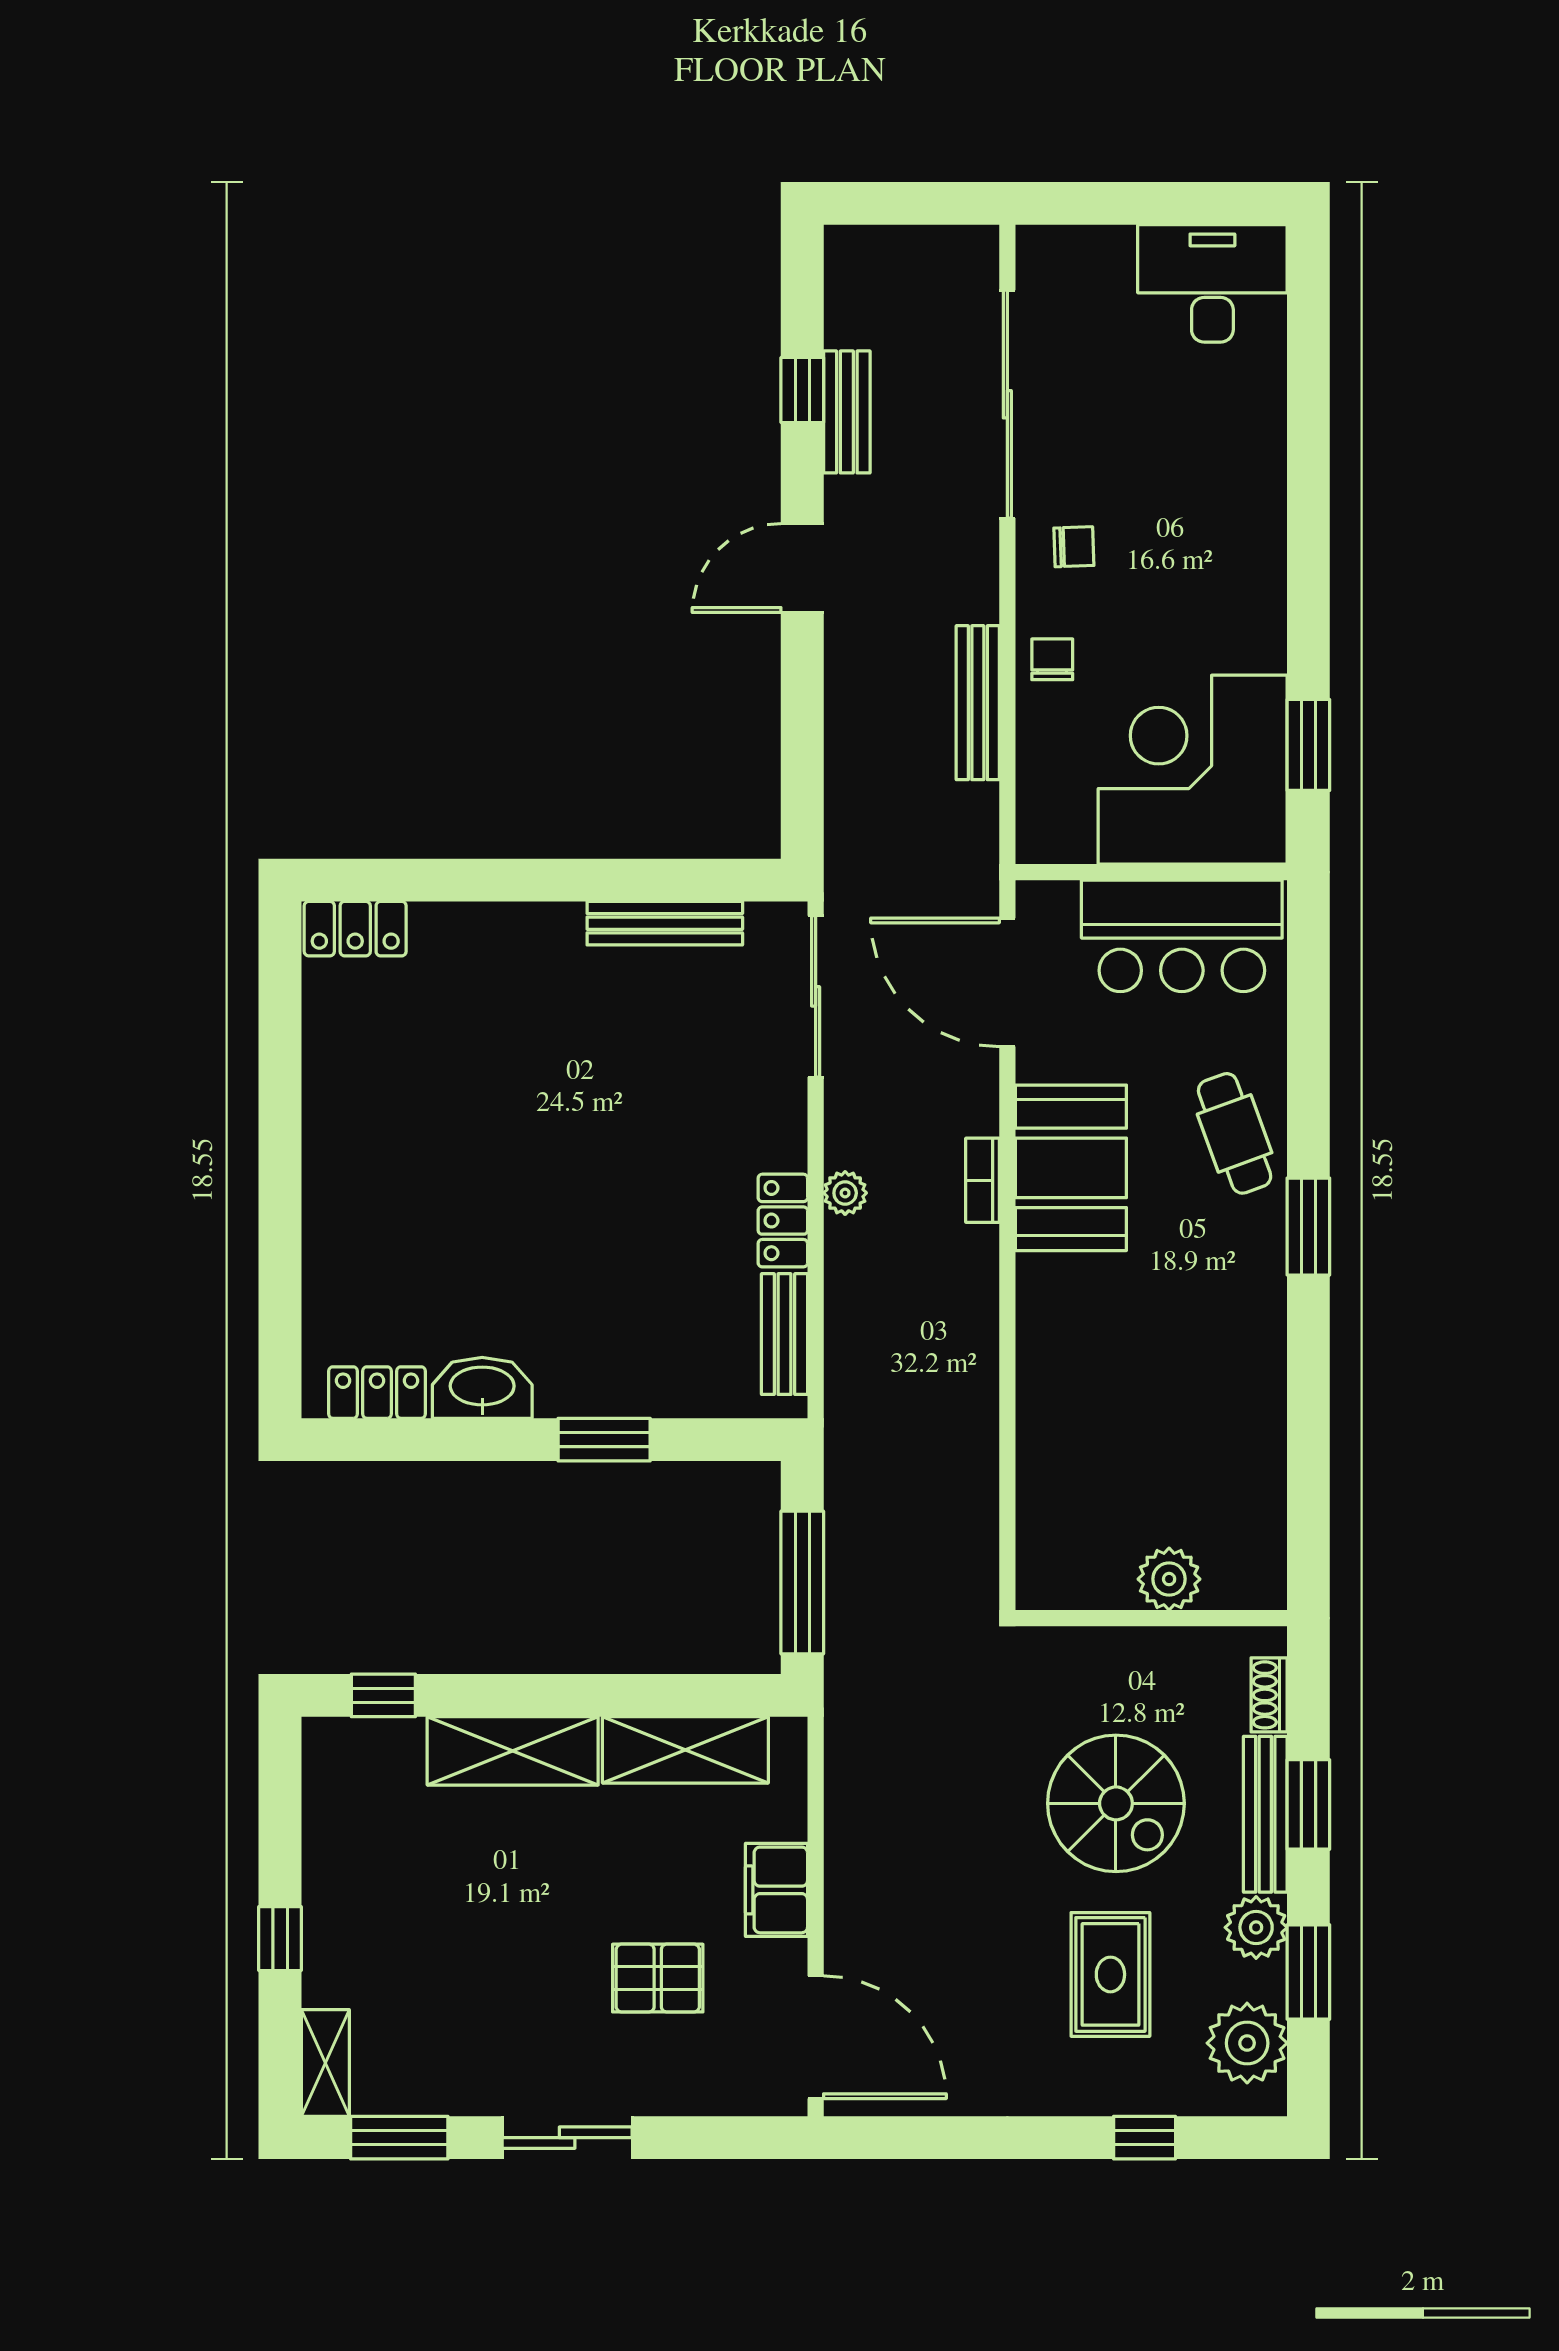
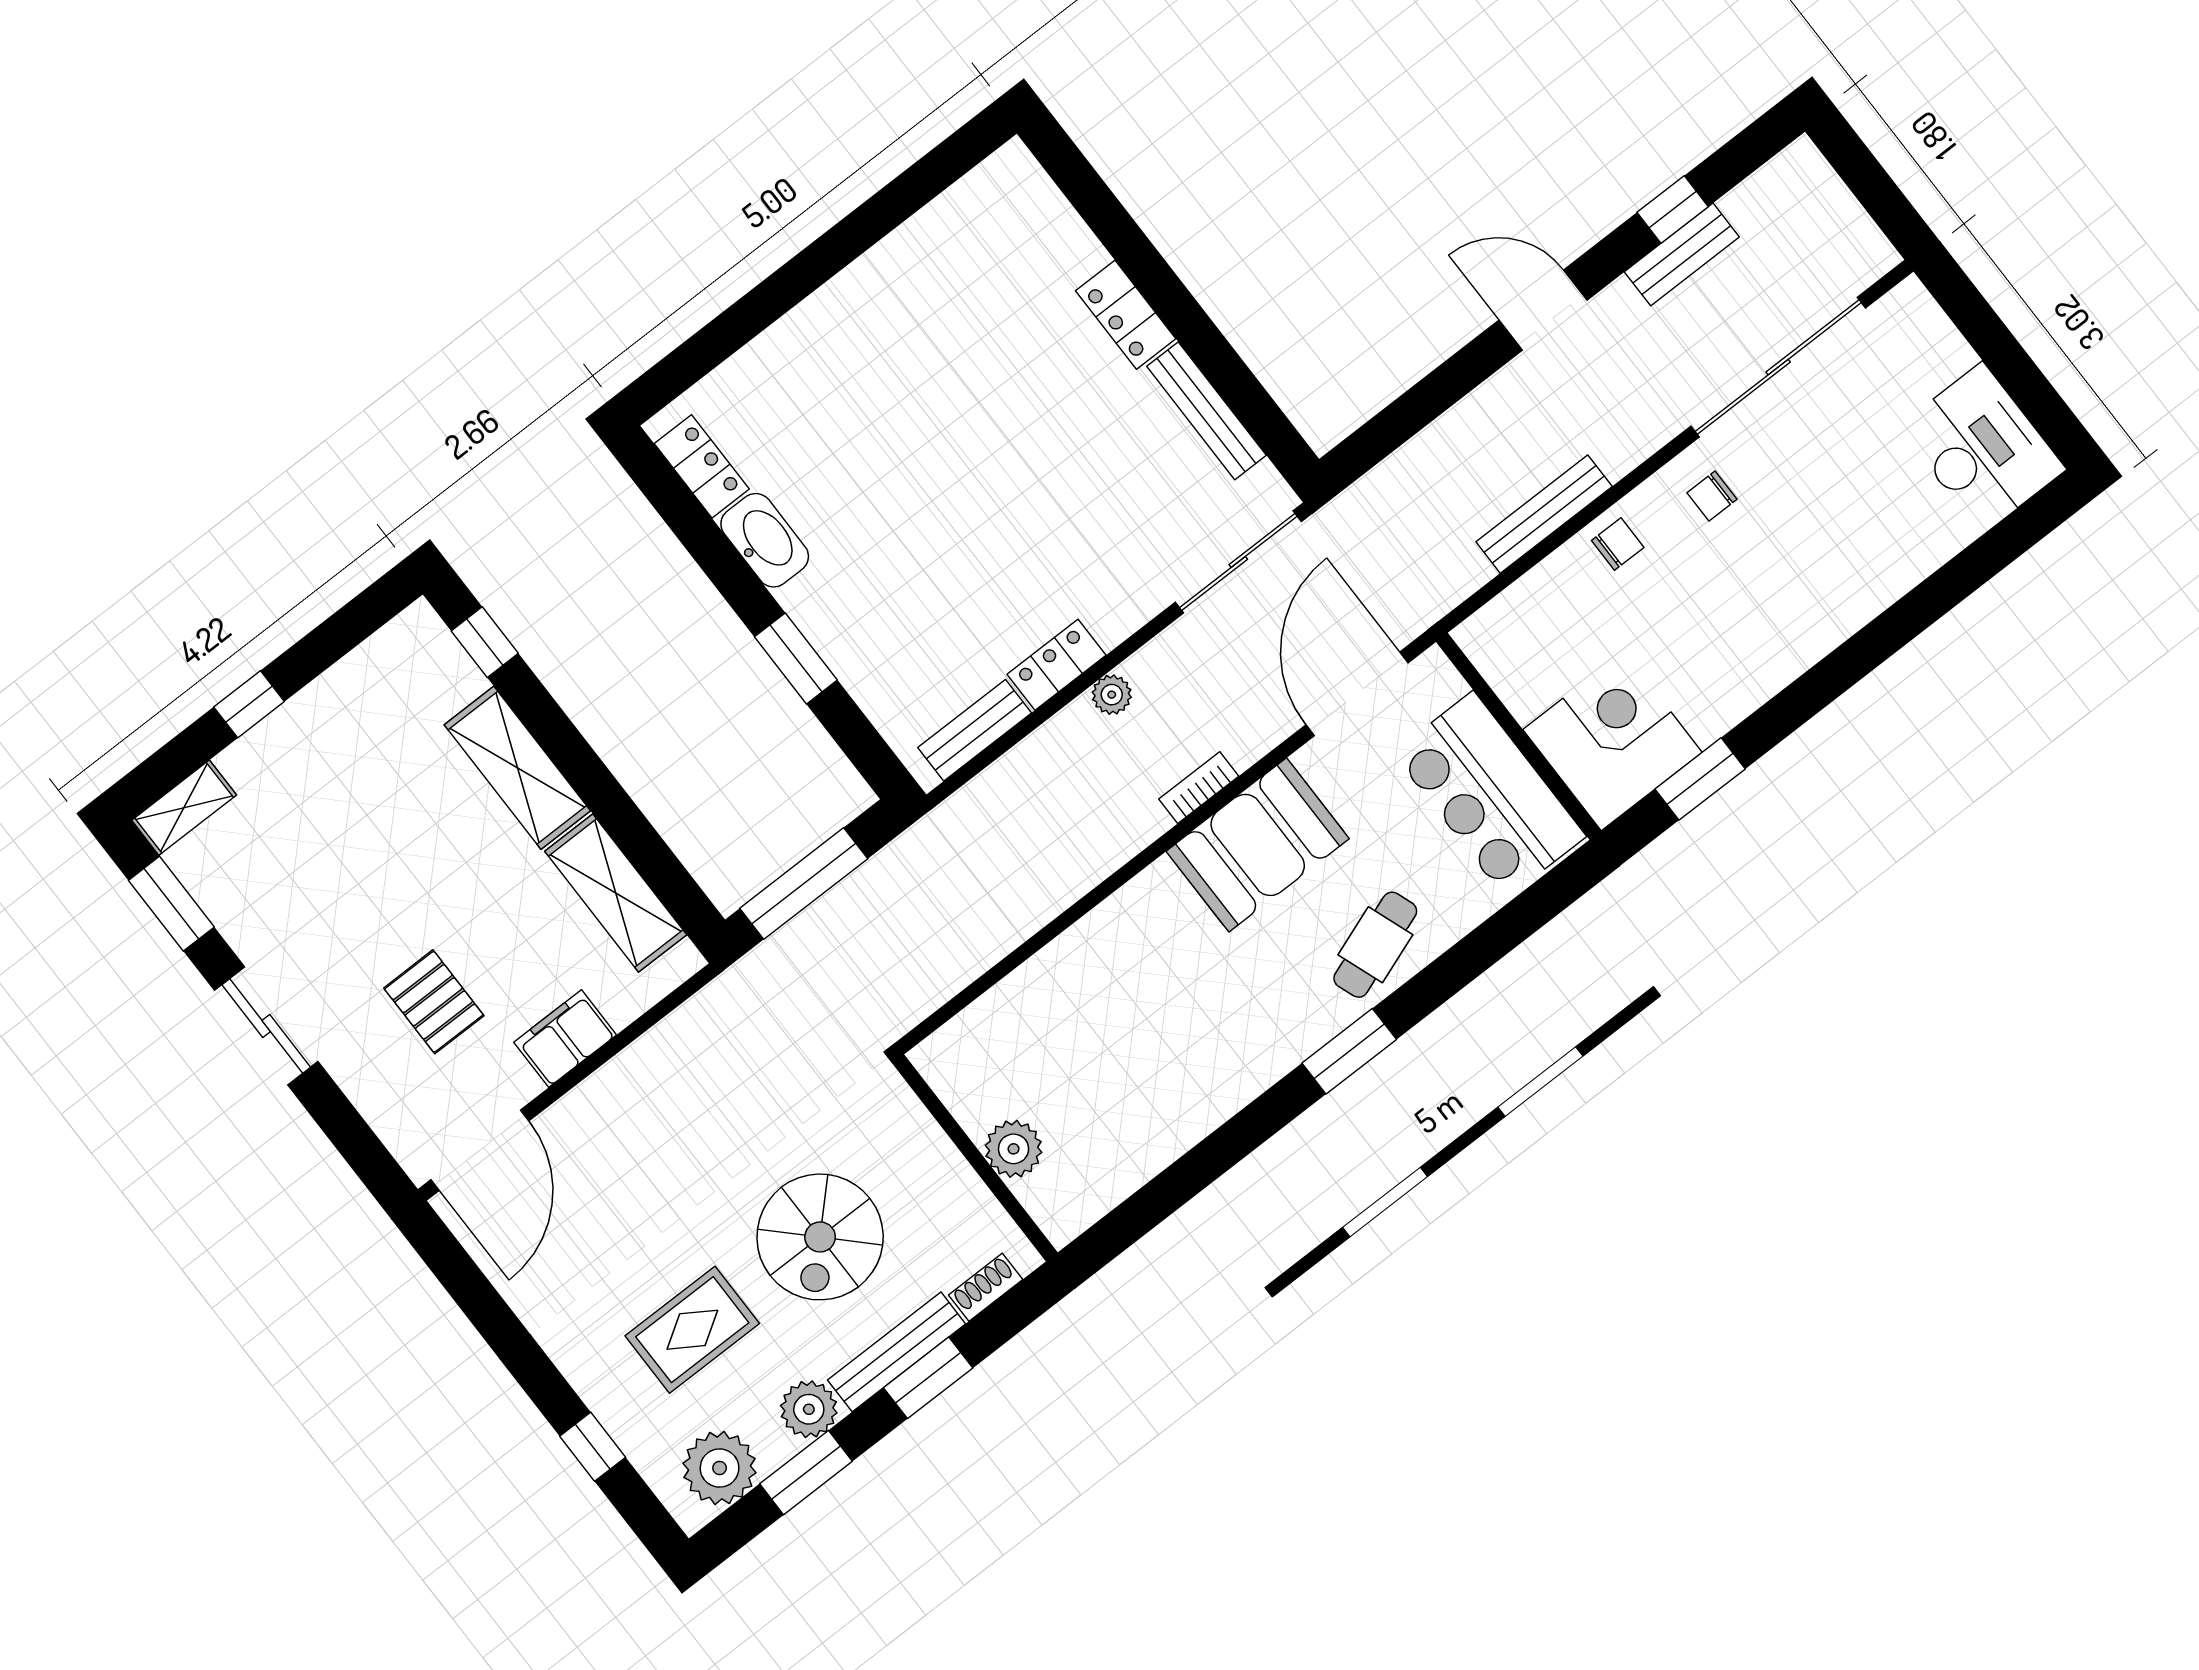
chair: (1074, 547) -> (1712, 496), turned 92
corner desk: (1193, 770) -> (1613, 741), width x0.74, depth x0.74
locker: (355, 929) -> (1126, 315), moved

